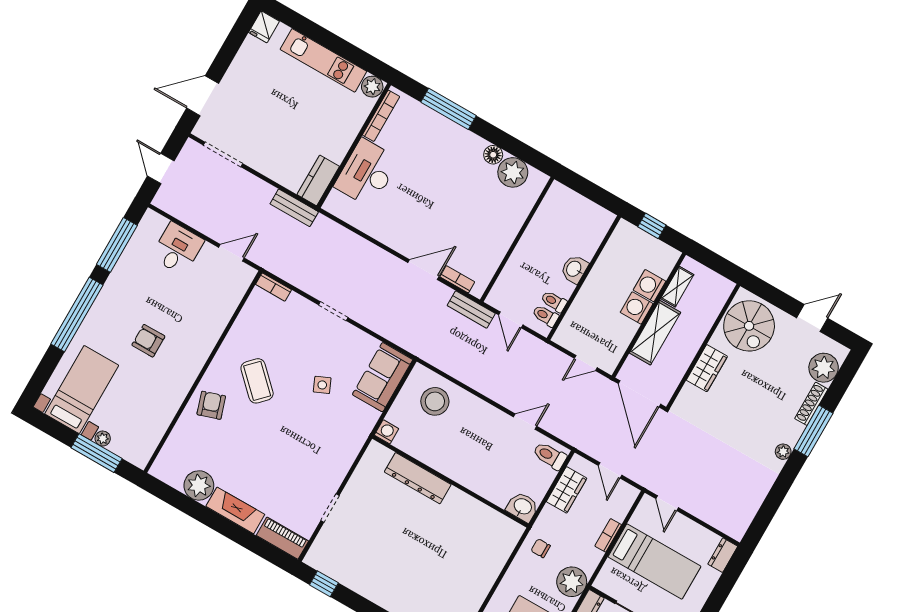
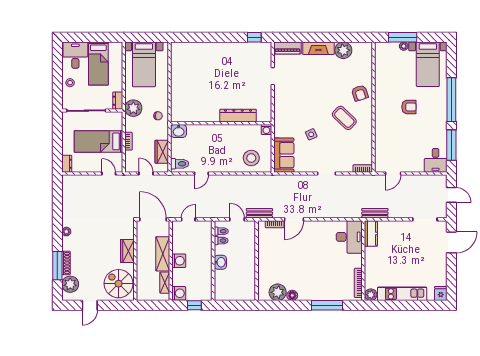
desk: (367, 173) -> (349, 237), moved
desk: (178, 249) -> (436, 160), moved
washing machine: (649, 286) -> (179, 293), moved
window: (813, 431) -> (57, 266), moved

